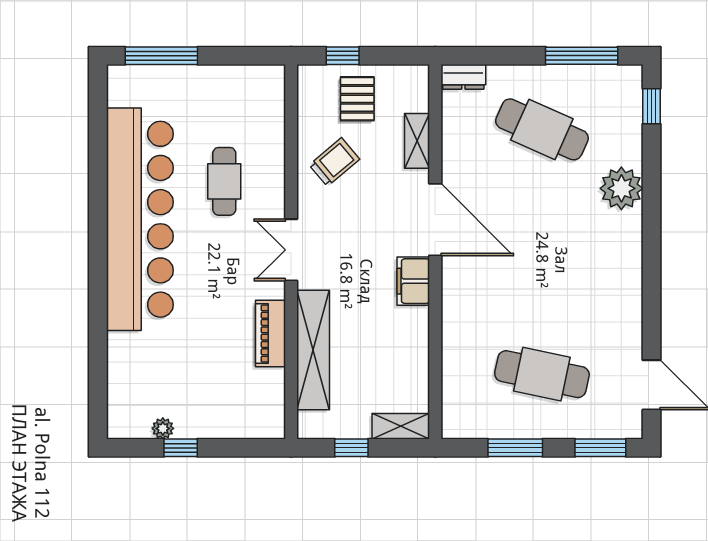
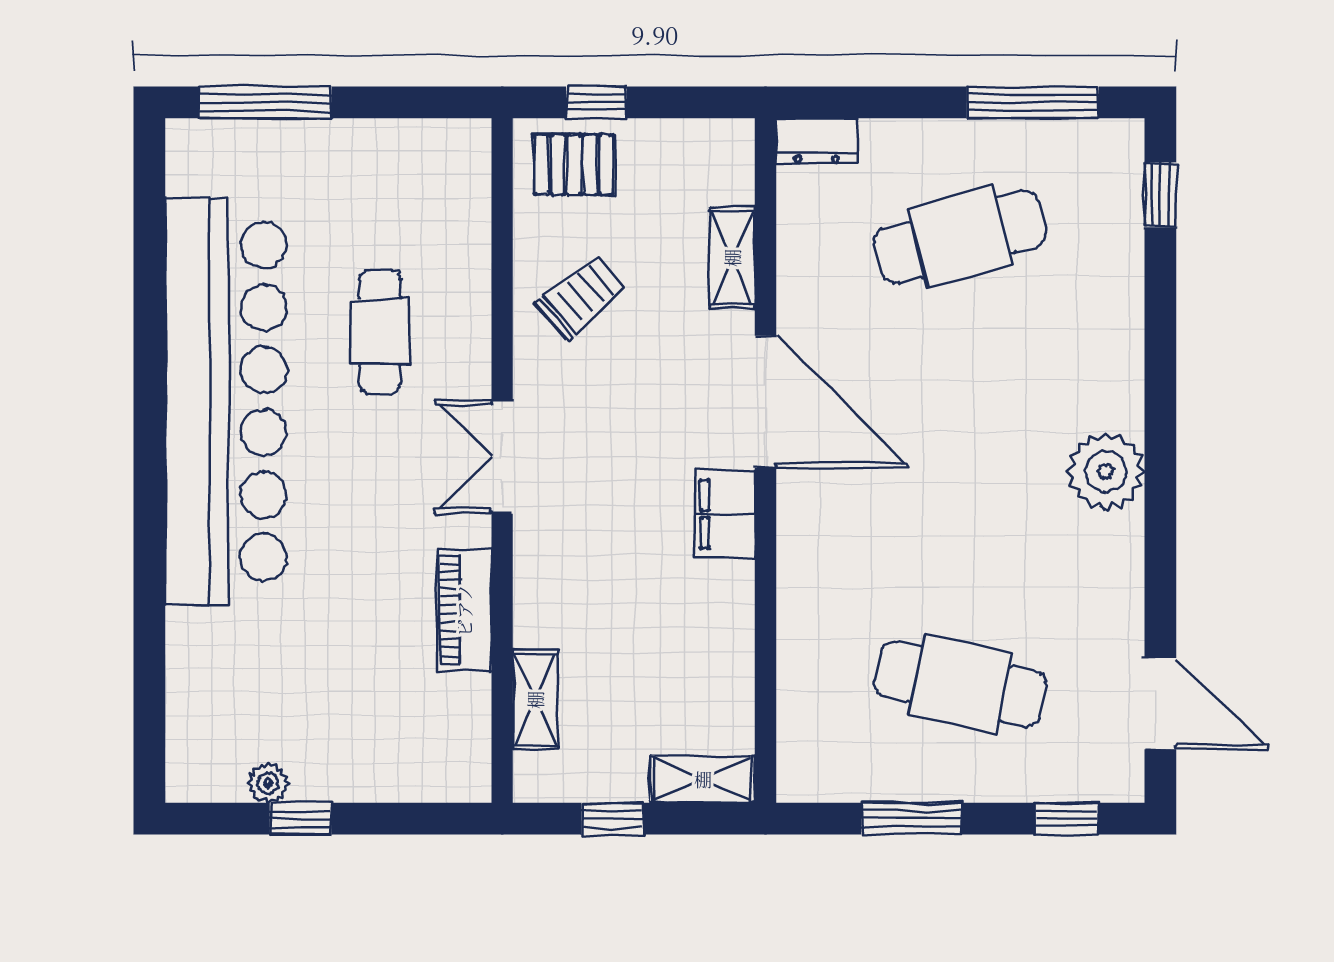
pallet: (357, 99) -> (574, 165), moved, turned 90
cafe table: (542, 129) -> (960, 237), turned -39
plant: (621, 188) -> (1106, 471), moved
shelving: (313, 350) -> (535, 700), width x0.45, depth x0.75
window: (600, 448) -> (1067, 819), width x0.67

